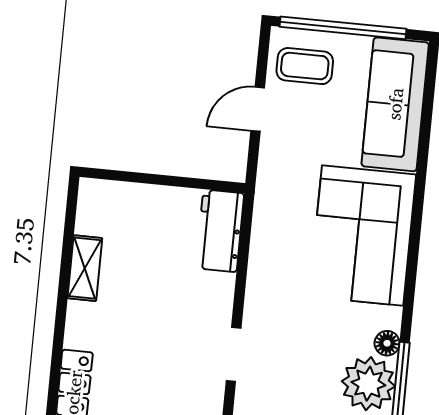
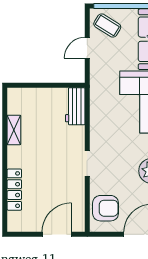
coffee table: (305, 66) -> (107, 25), turned 32

